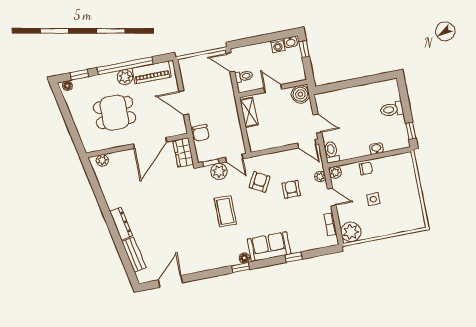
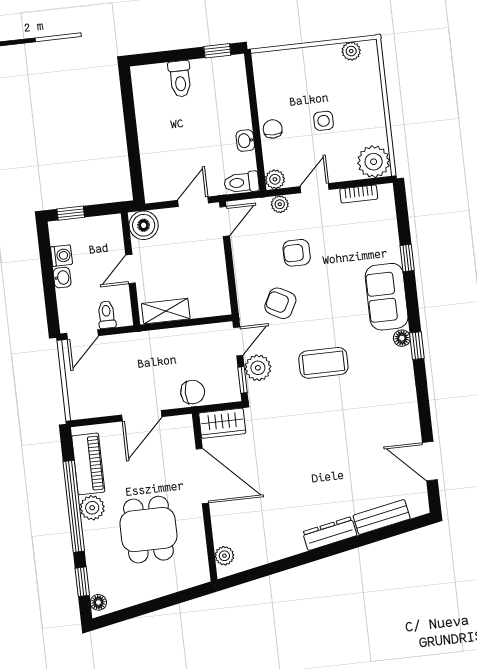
washbasin: (291, 42) -> (62, 278), moved
washbasin: (376, 149) -> (245, 141), moved
plant: (417, 213) -> (351, 51), added

